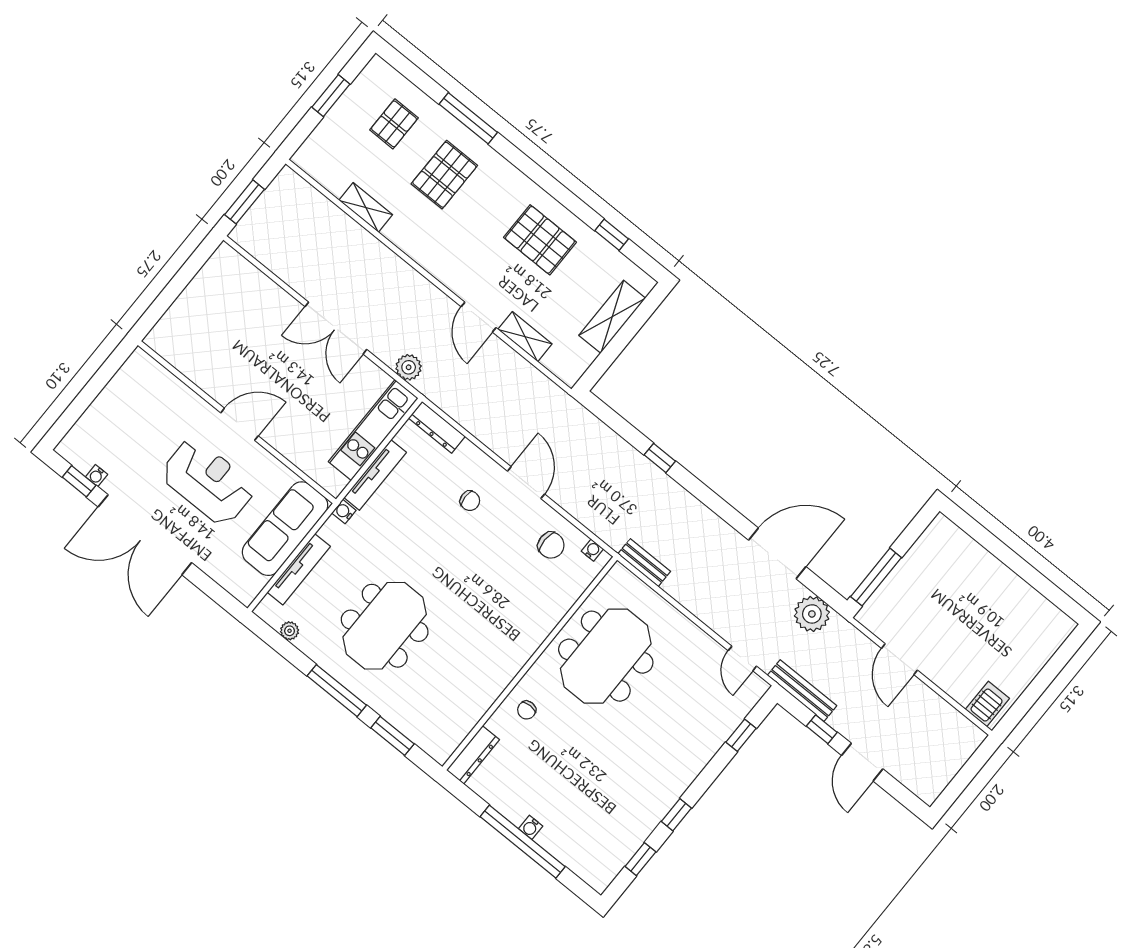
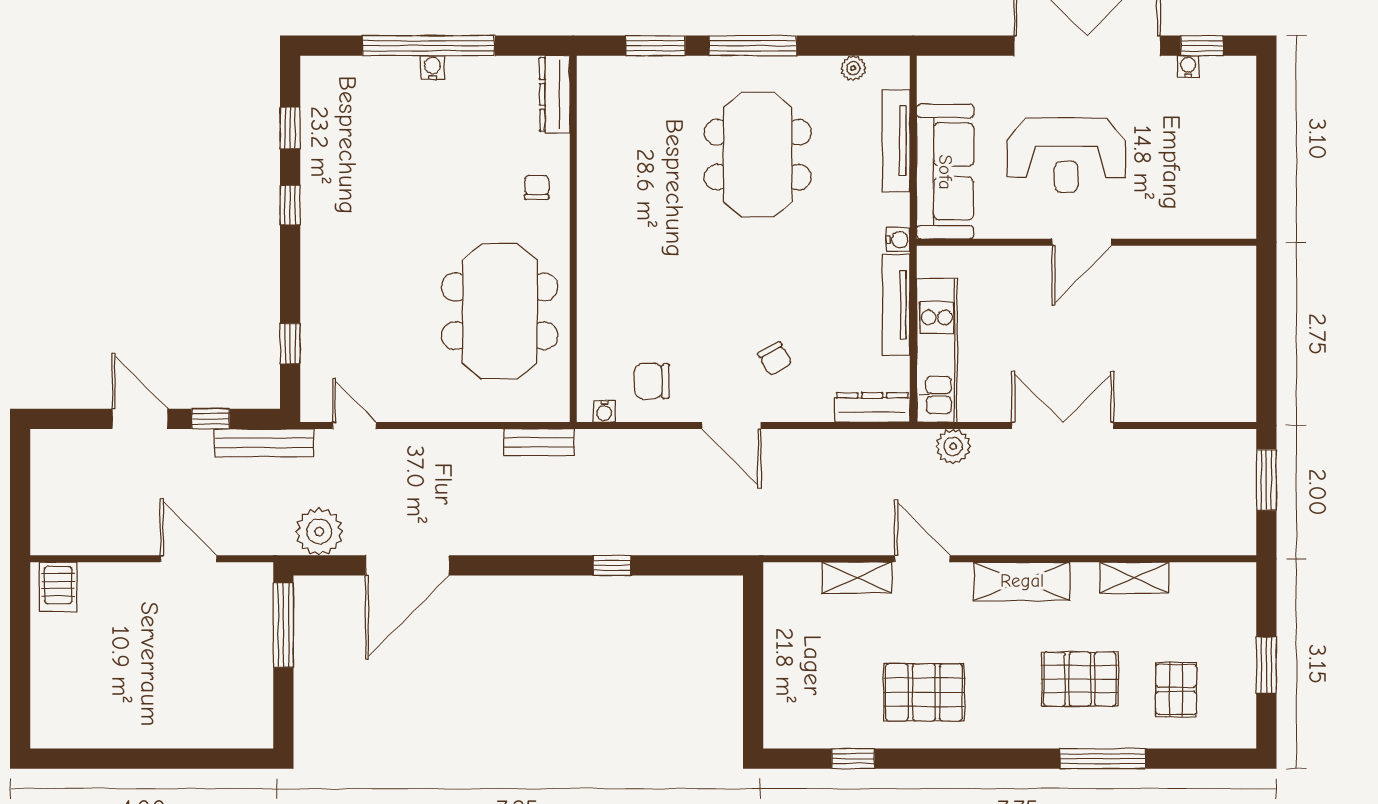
pallet: (444, 175) -> (1080, 679), turned 90
shelving: (612, 317) -> (1022, 581), moved, turned 90
chair: (470, 501) -> (775, 359), turned -116

